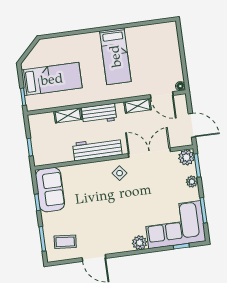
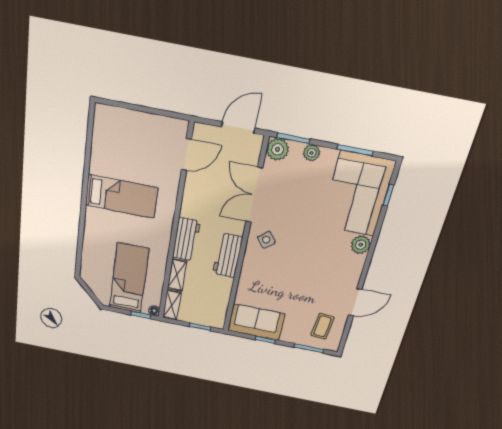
floor lamp: (180, 86) -> (154, 311), moved
shelving: (138, 106) -> (172, 305), moved
workbench: (97, 149) -> (228, 255), width x0.73

